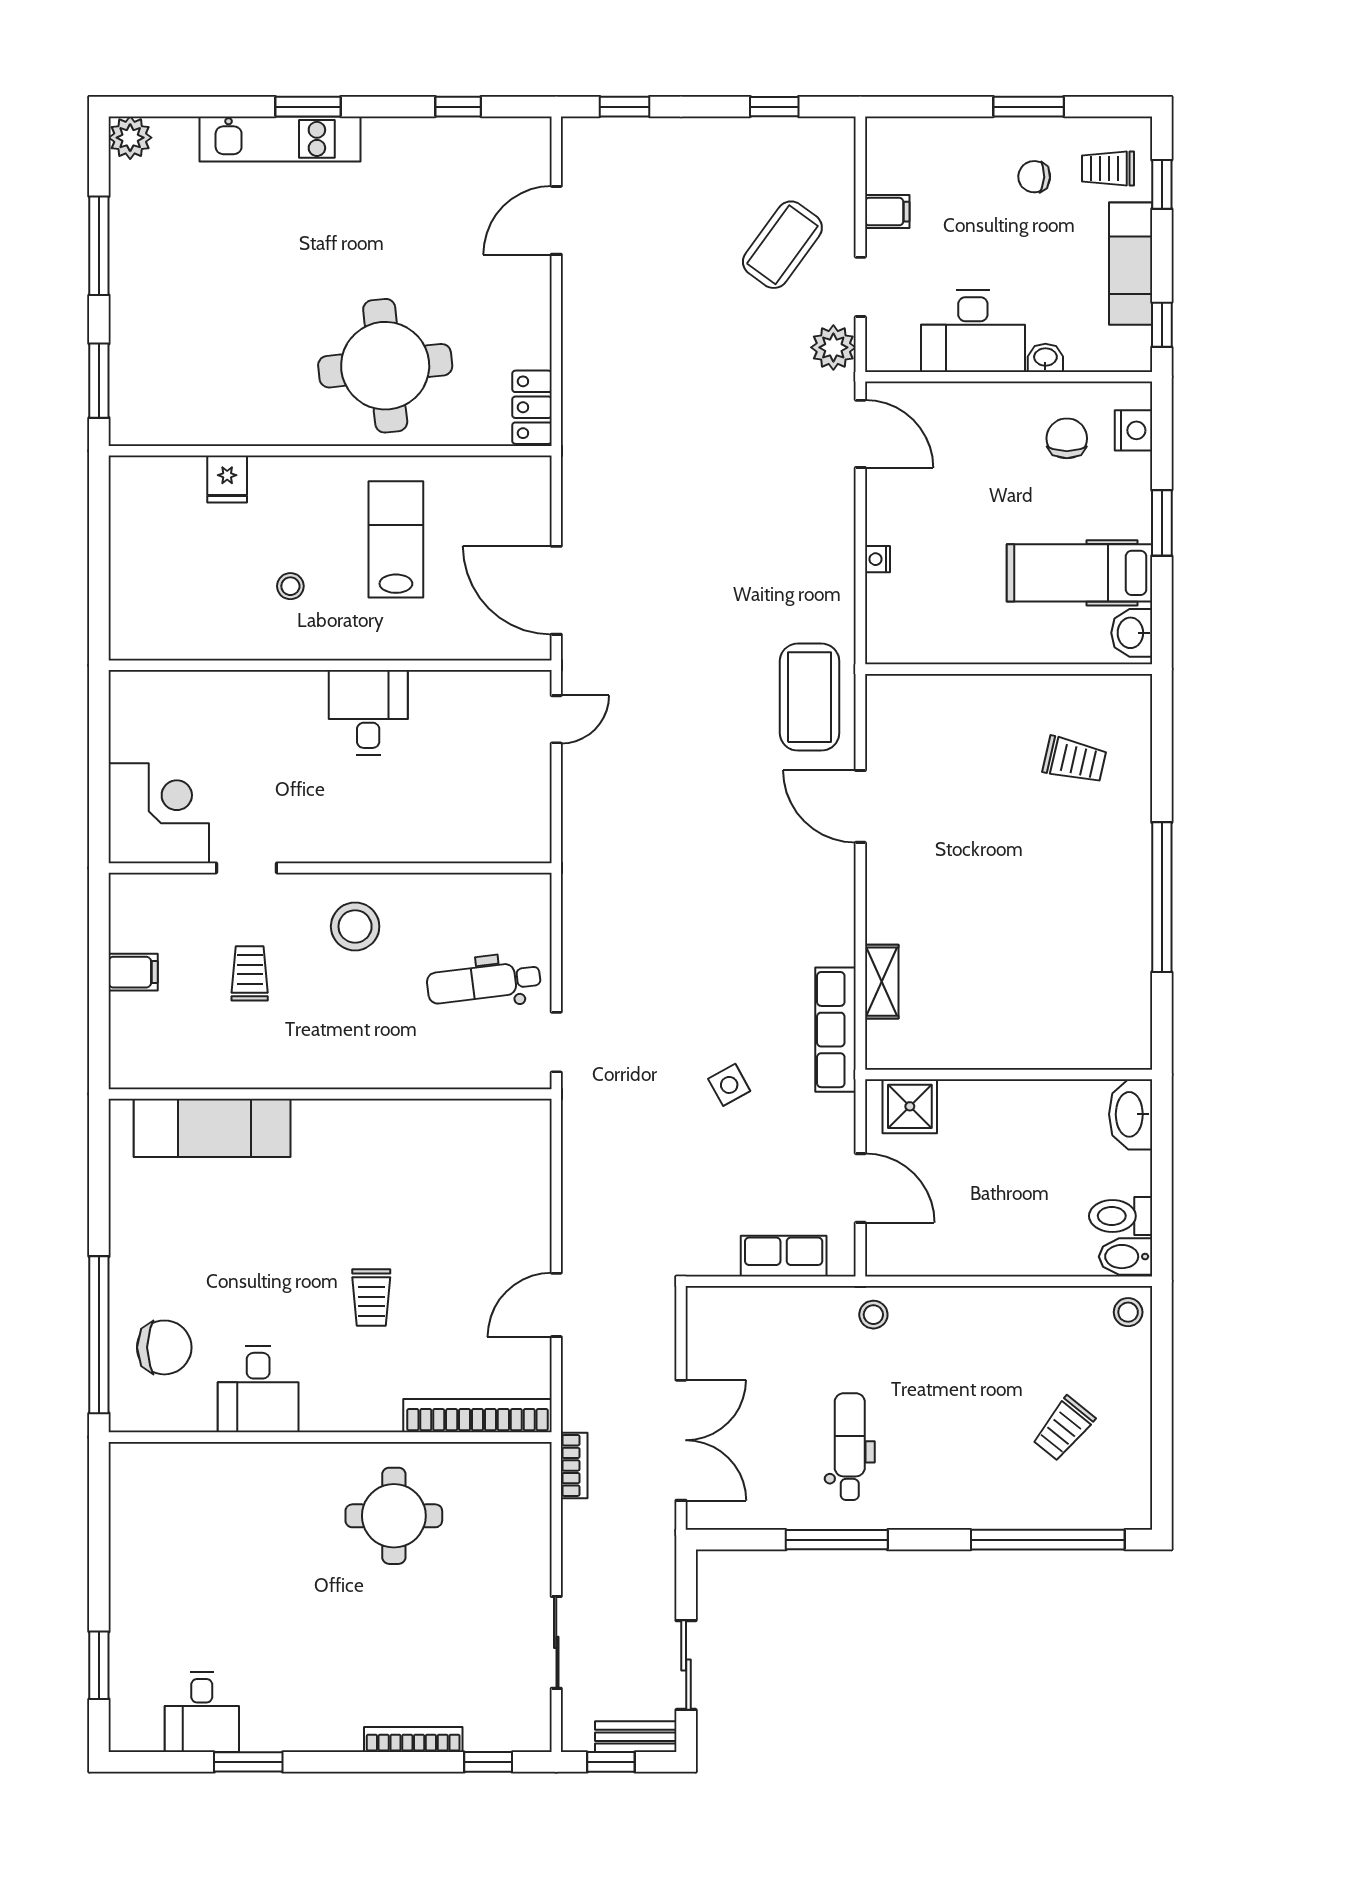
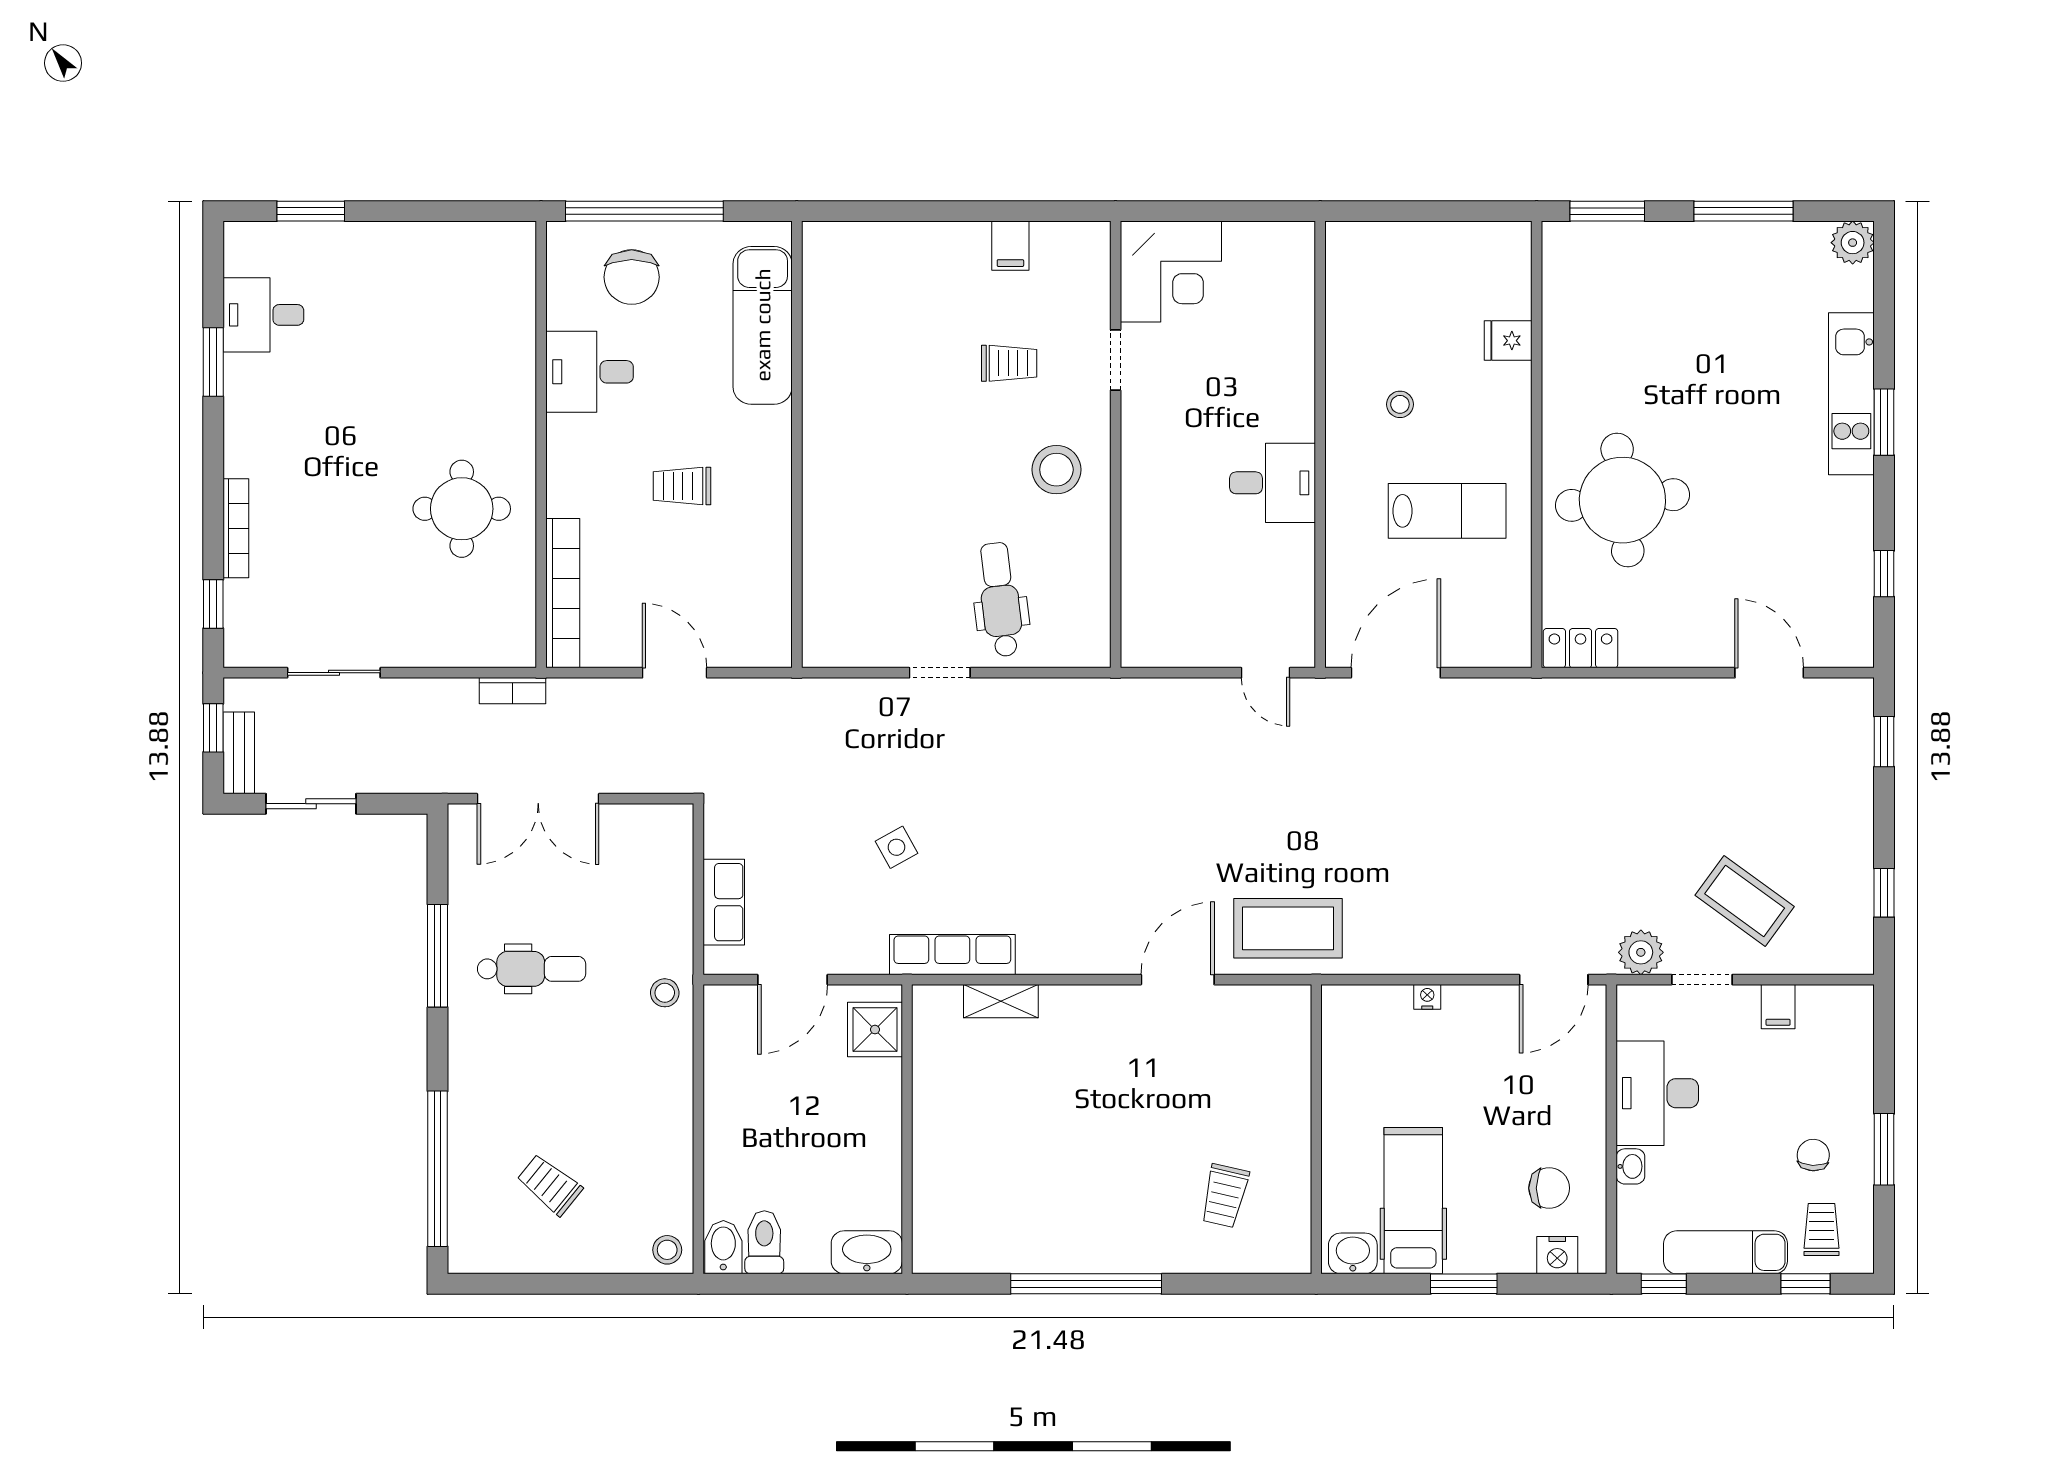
wall: (330, 1094) -> (797, 444), moved
exam couch: (212, 1128) -> (763, 325), moved

